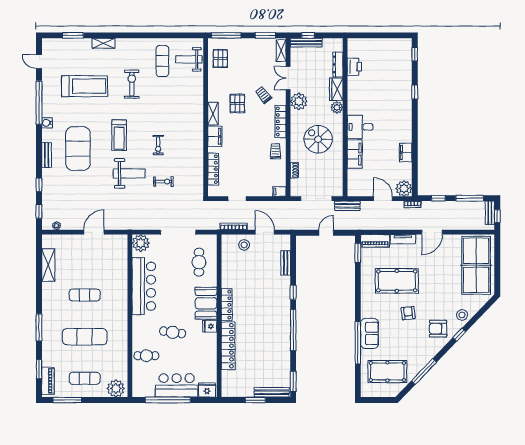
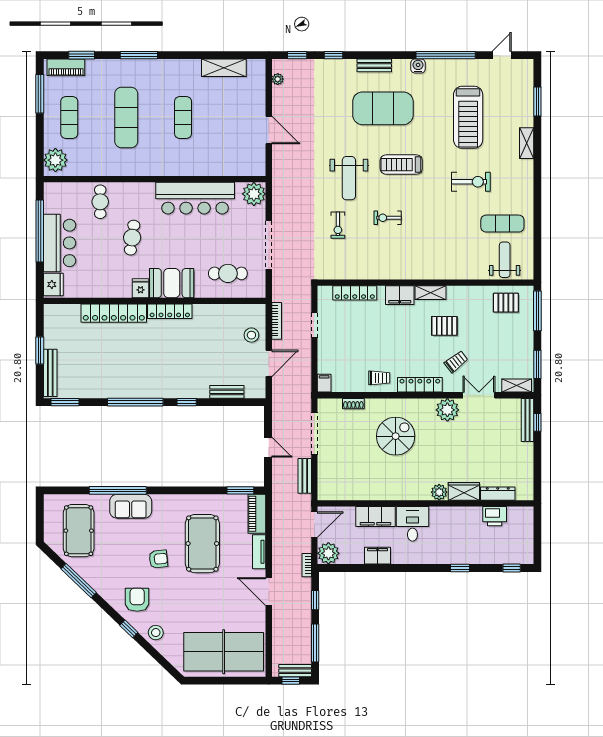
dresser: (338, 64) -> (498, 494), moved
printer: (354, 67) -> (495, 516), moved
wardrobe: (336, 89) -> (464, 491), moved
plant: (337, 107) -> (439, 492), moved
wall: (345, 117) -> (426, 503), moved
desk: (360, 127) -> (412, 524), moved
filing cabinet: (355, 154) -> (375, 517), moved

